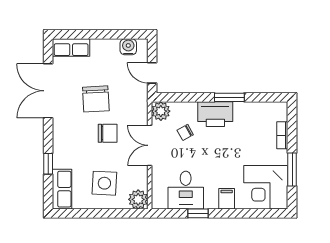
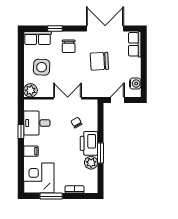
plant: (161, 111) -> (91, 163), moved
chair: (108, 133) -> (69, 46), moved

